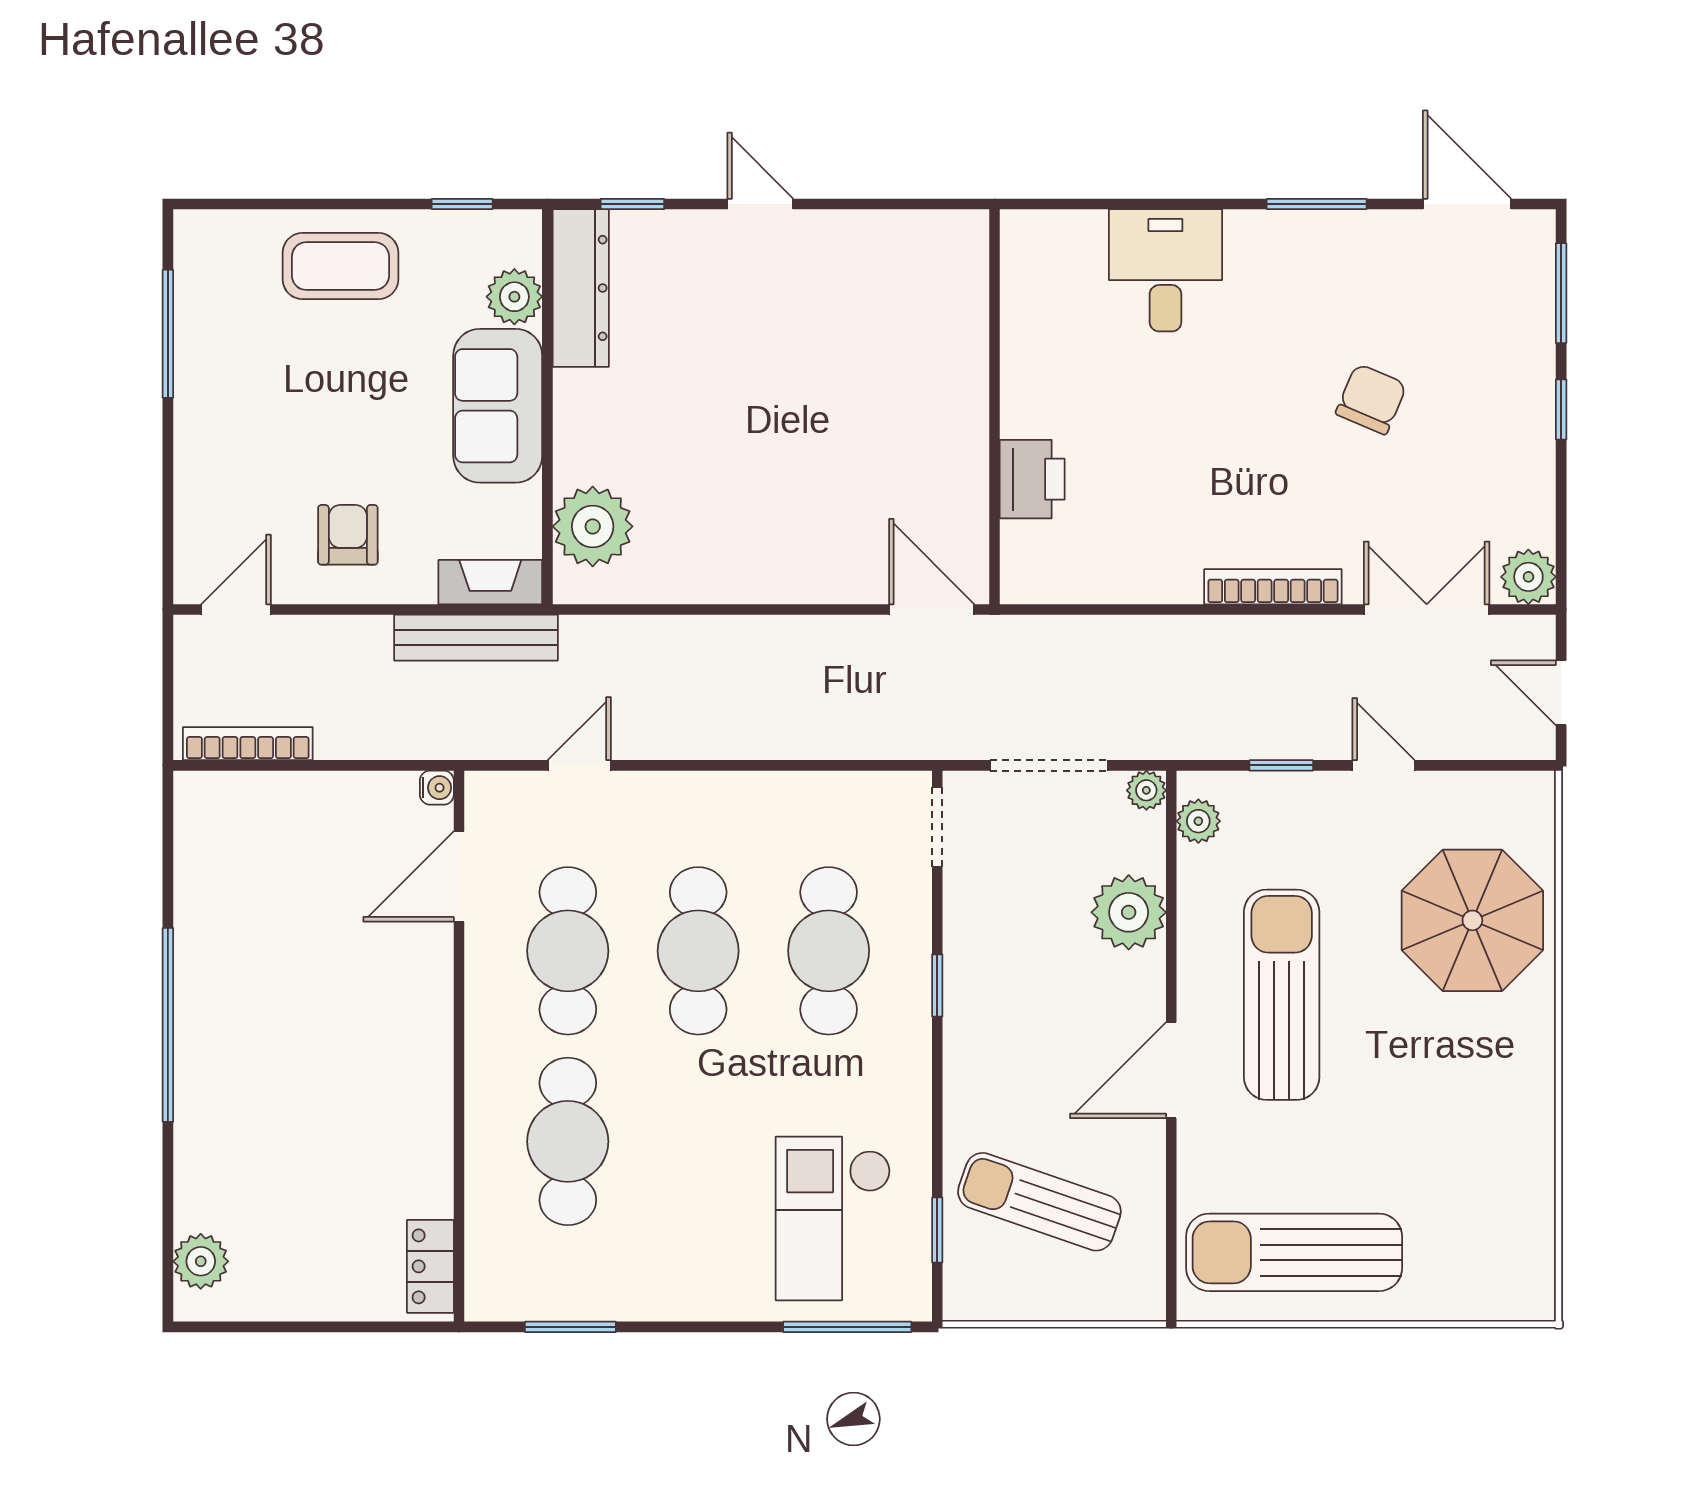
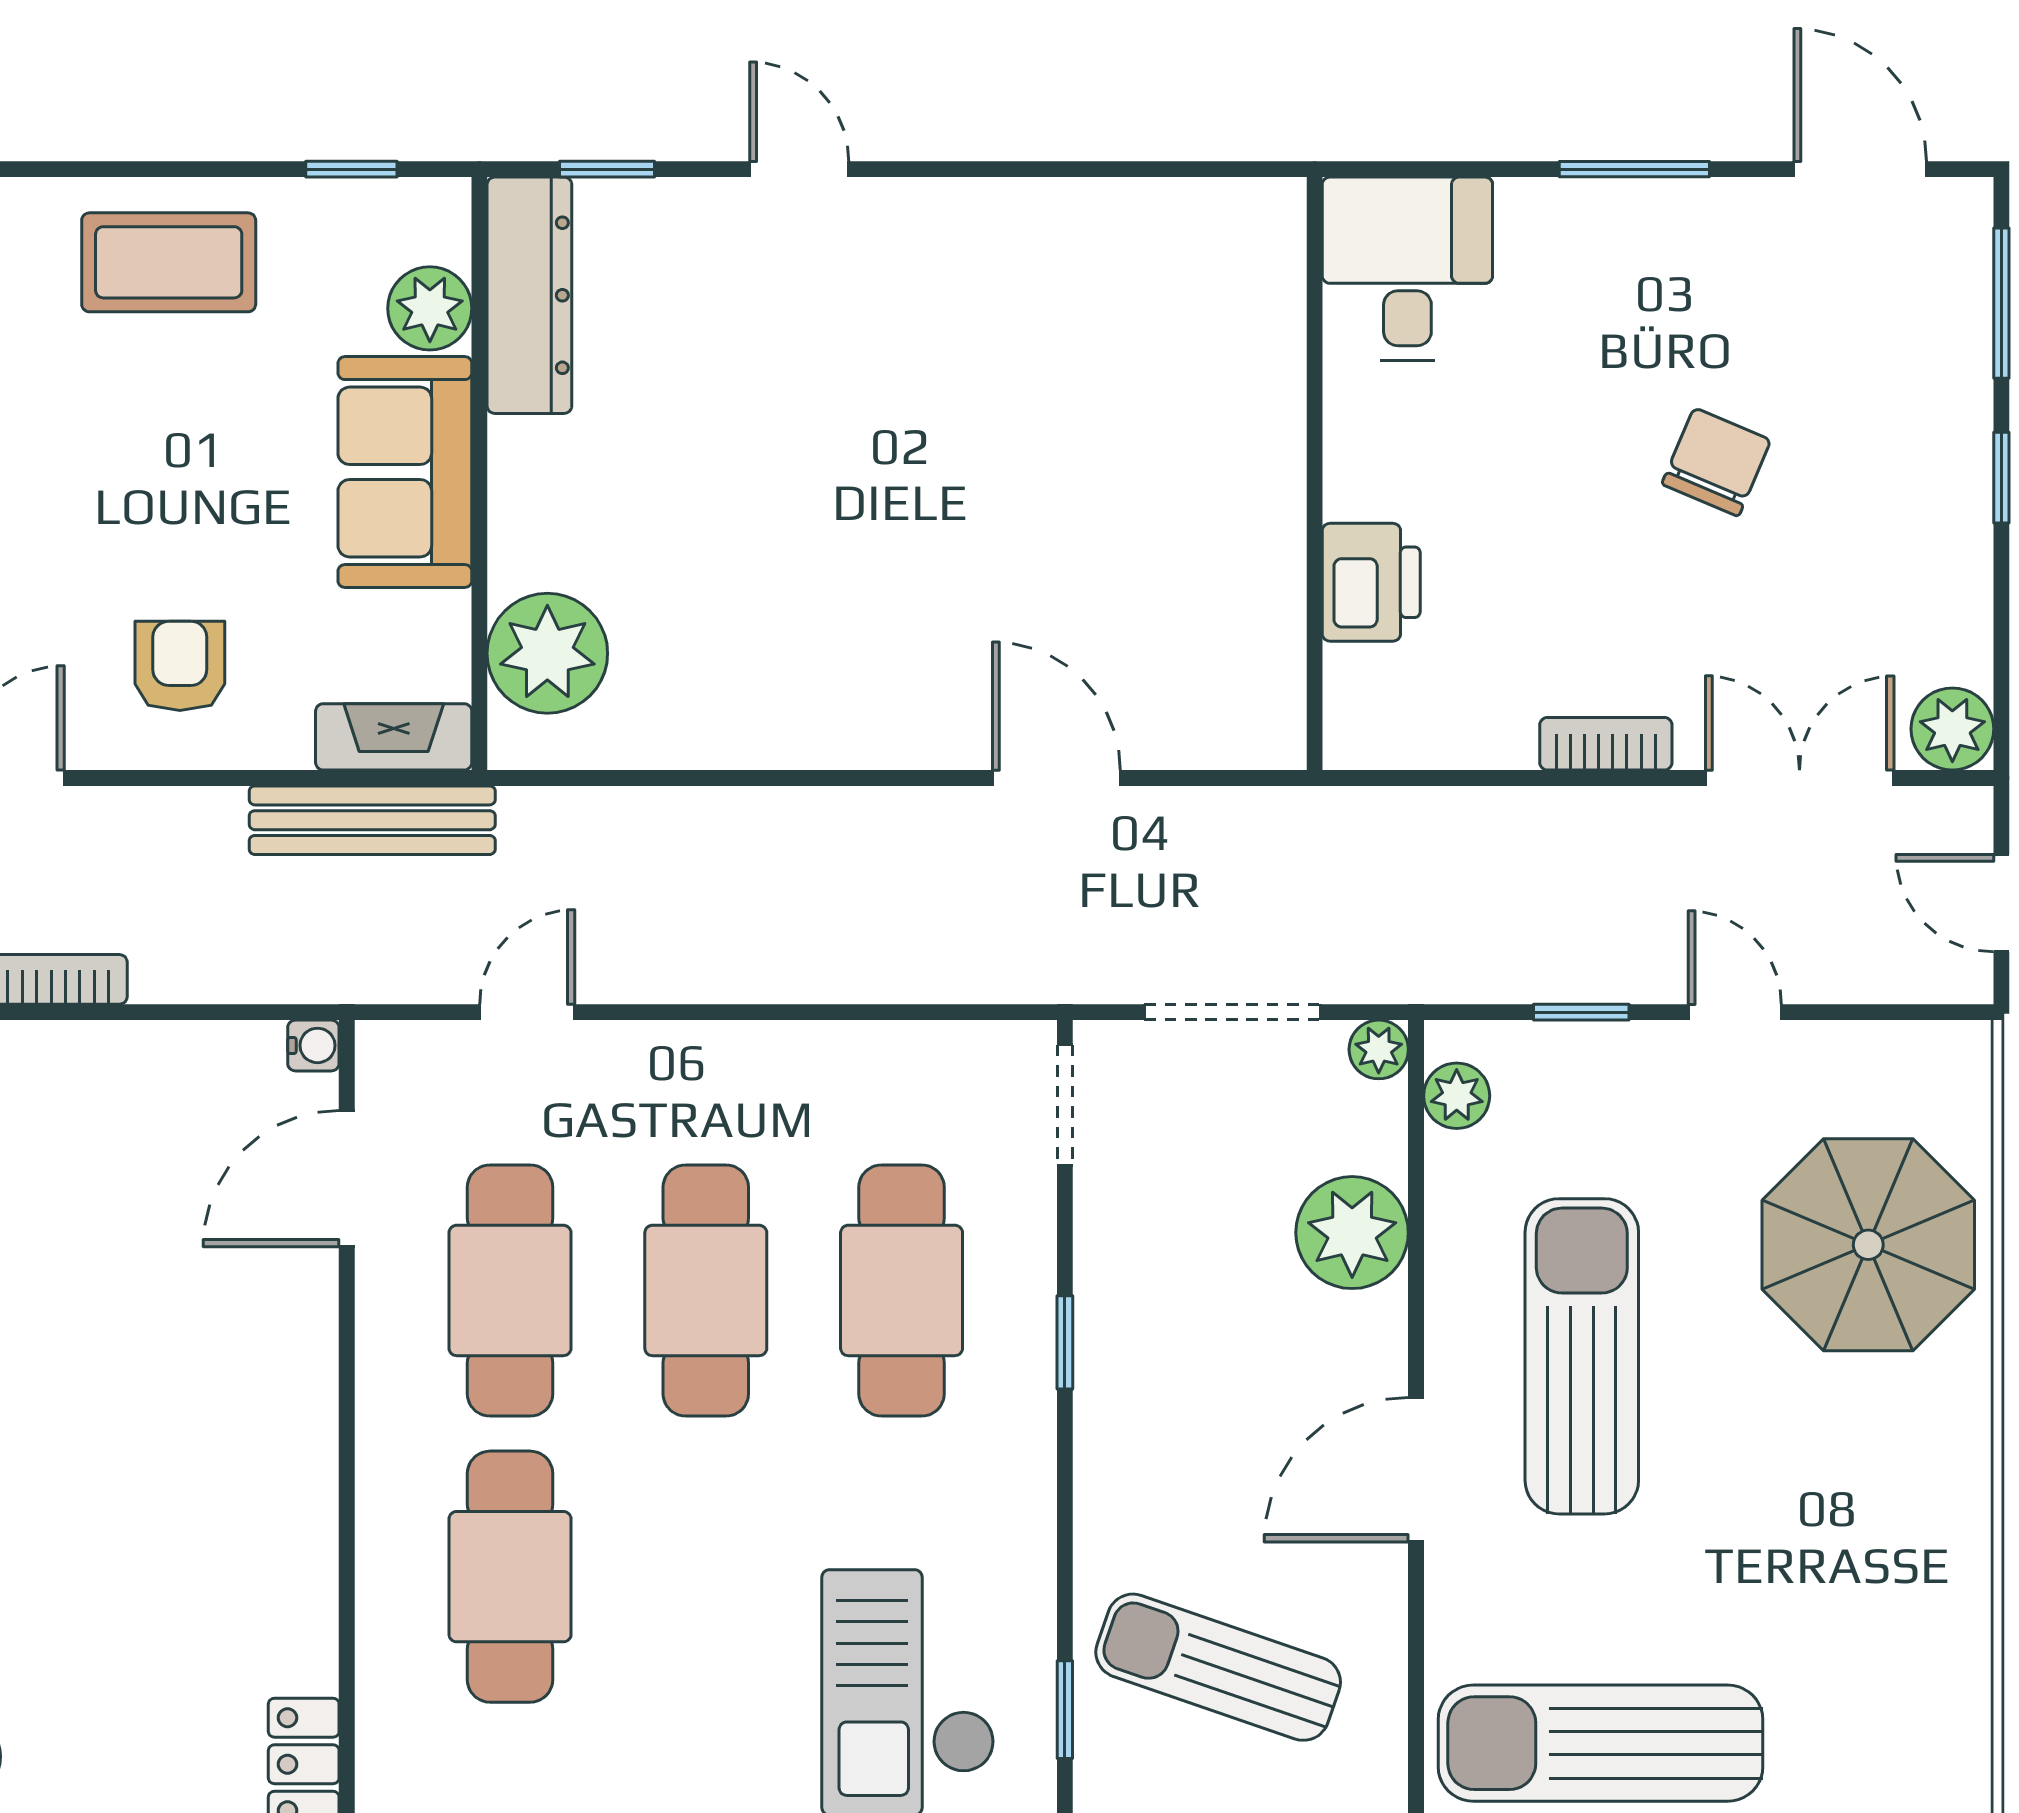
wall: (994, 407) -> (1315, 474), moved
printer: (1032, 479) -> (1371, 582), moved
bookcase: (1273, 587) -> (1606, 744), width x0.64

